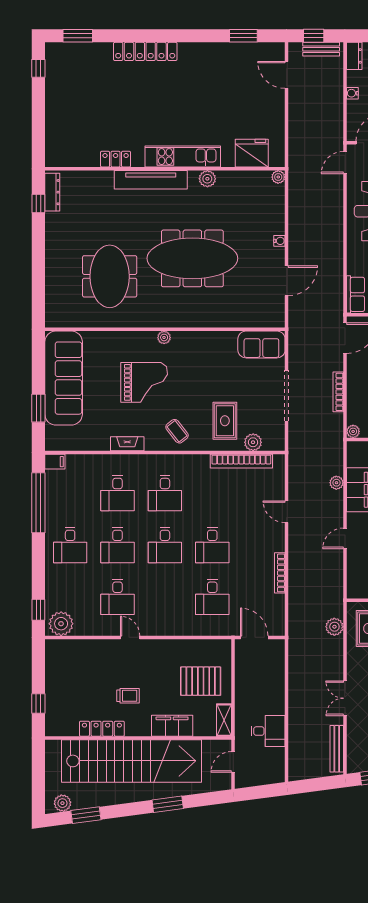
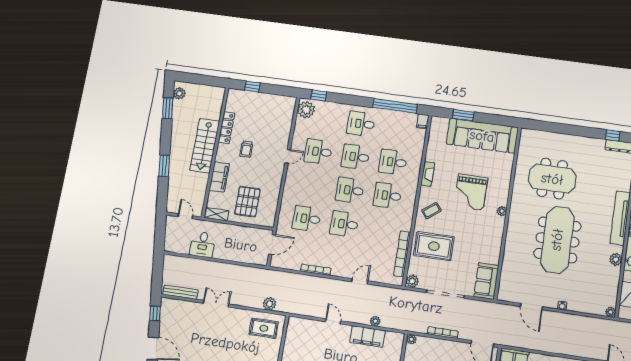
rug: (225, 421) -> (434, 246), width x1.36, depth x1.43
plant: (253, 442) -> (412, 281), moved
stairs: (131, 761) -> (205, 146), width x0.54, depth x0.66

